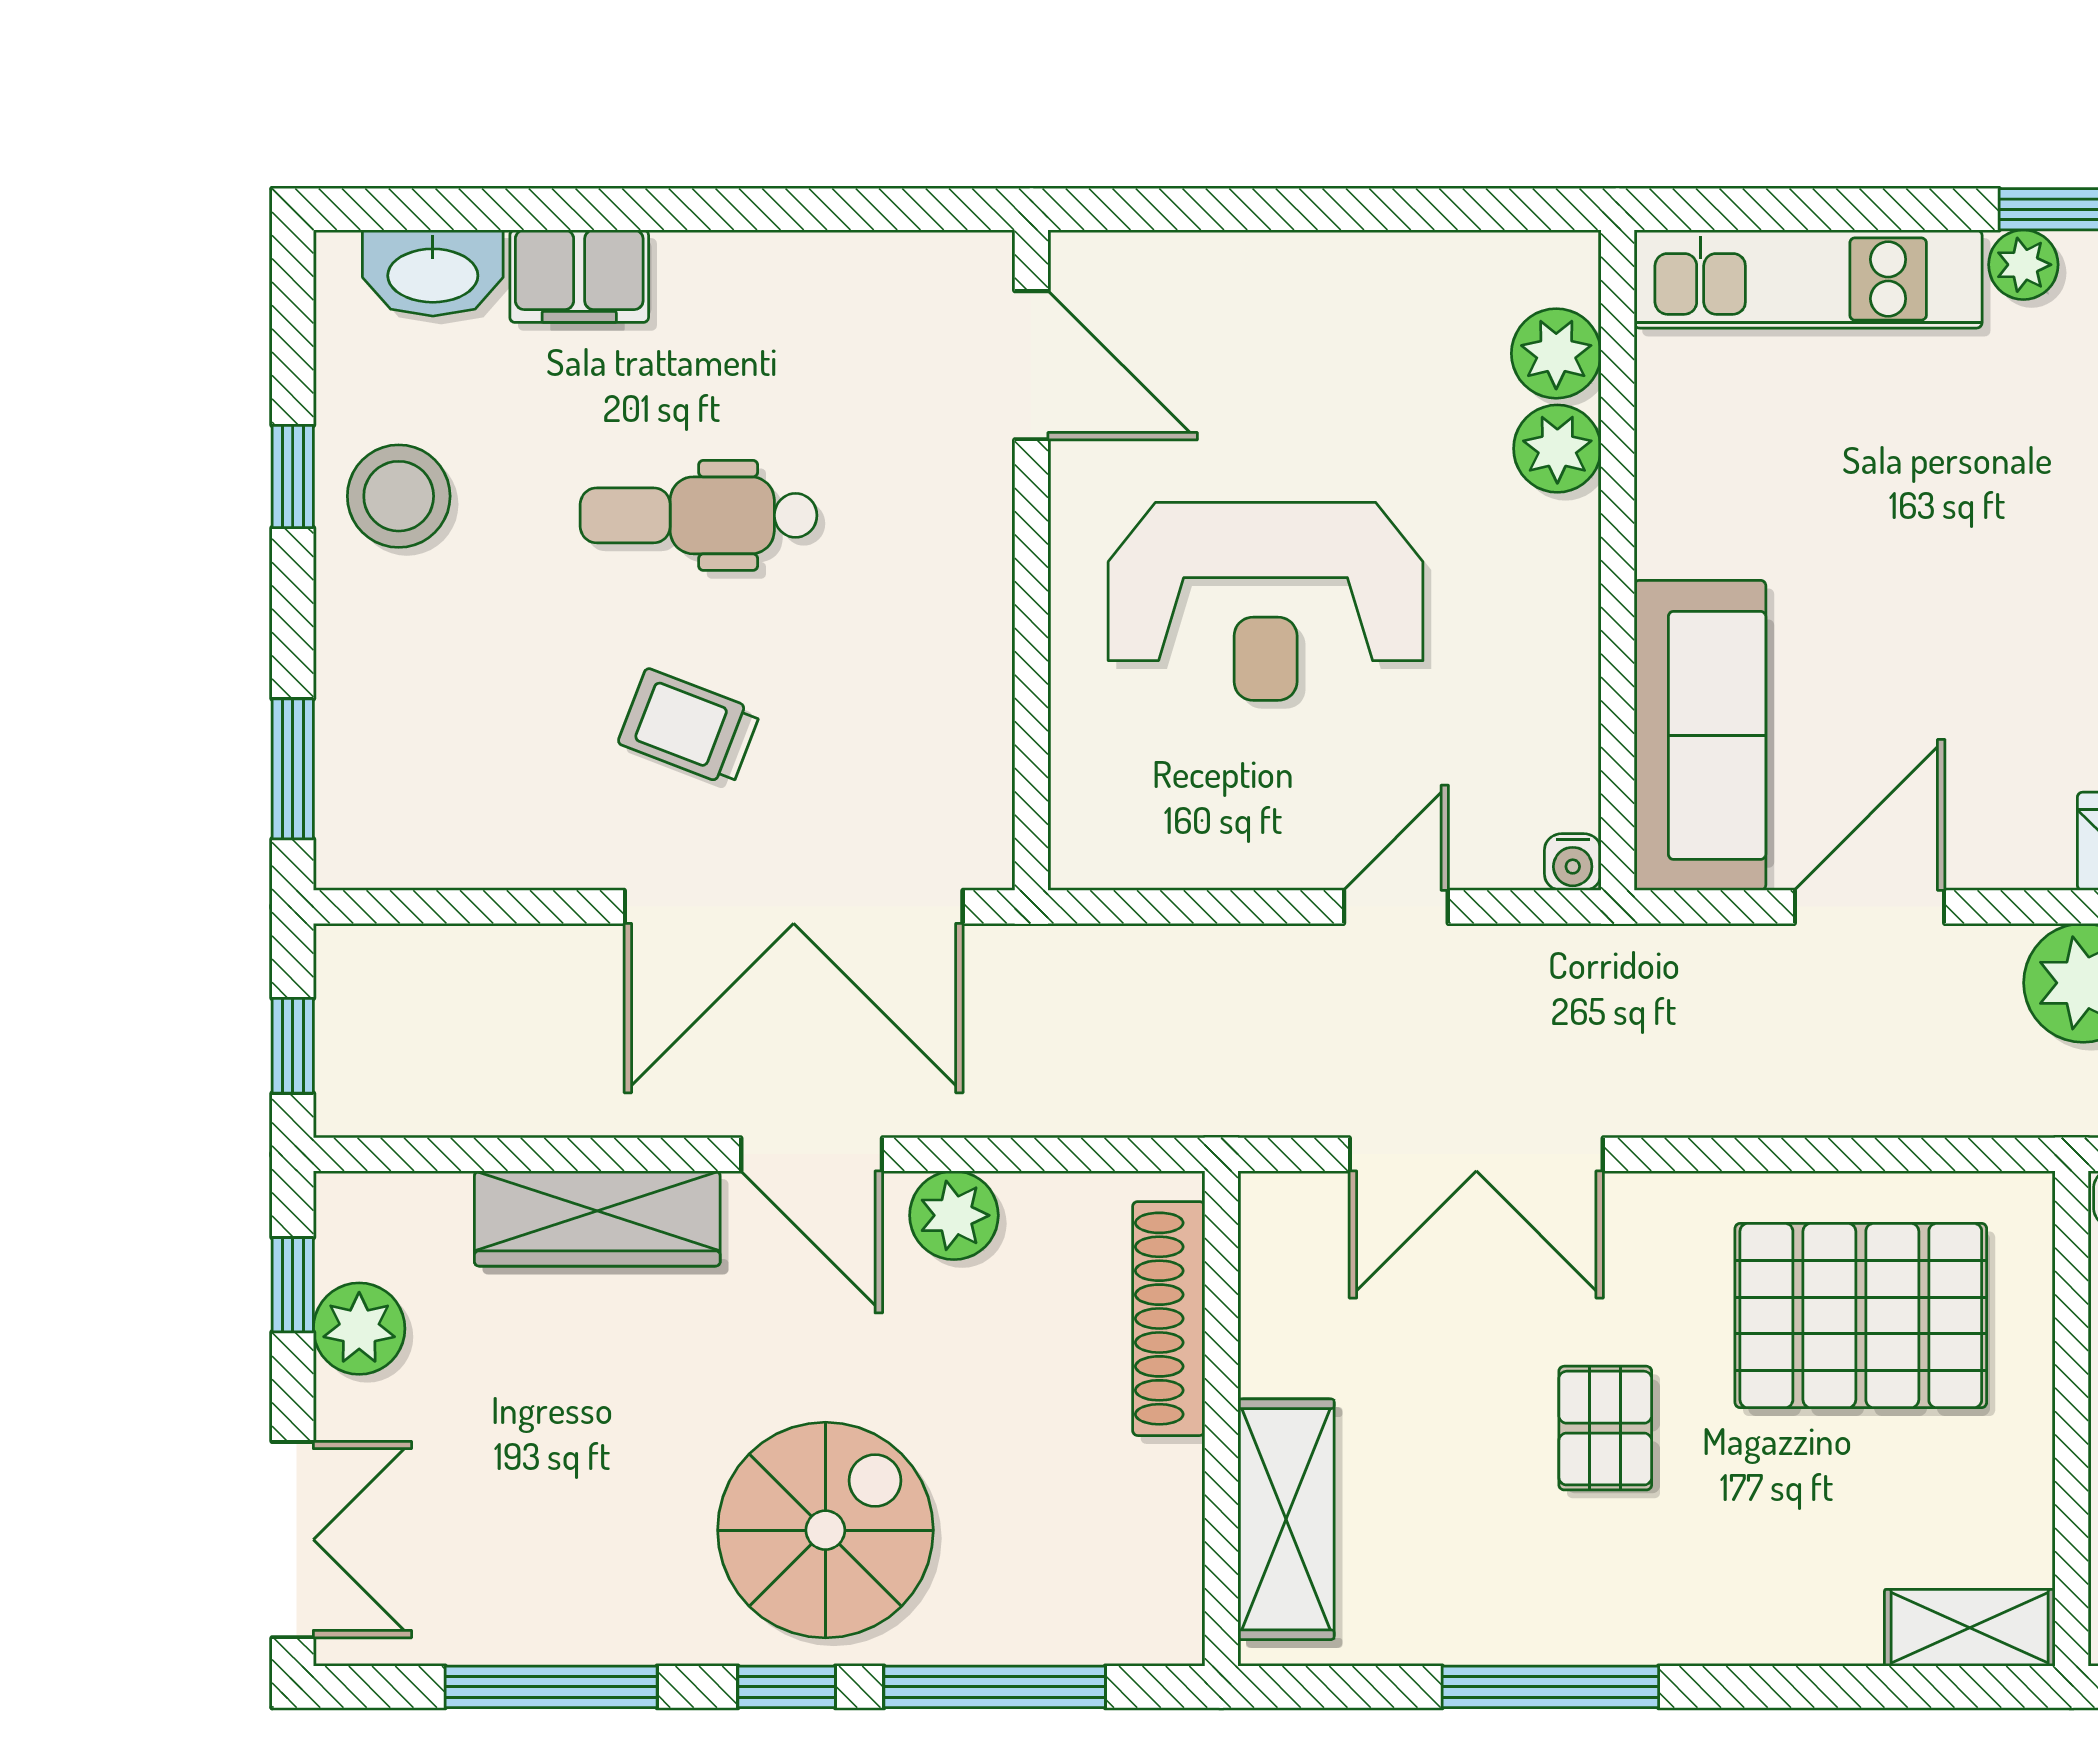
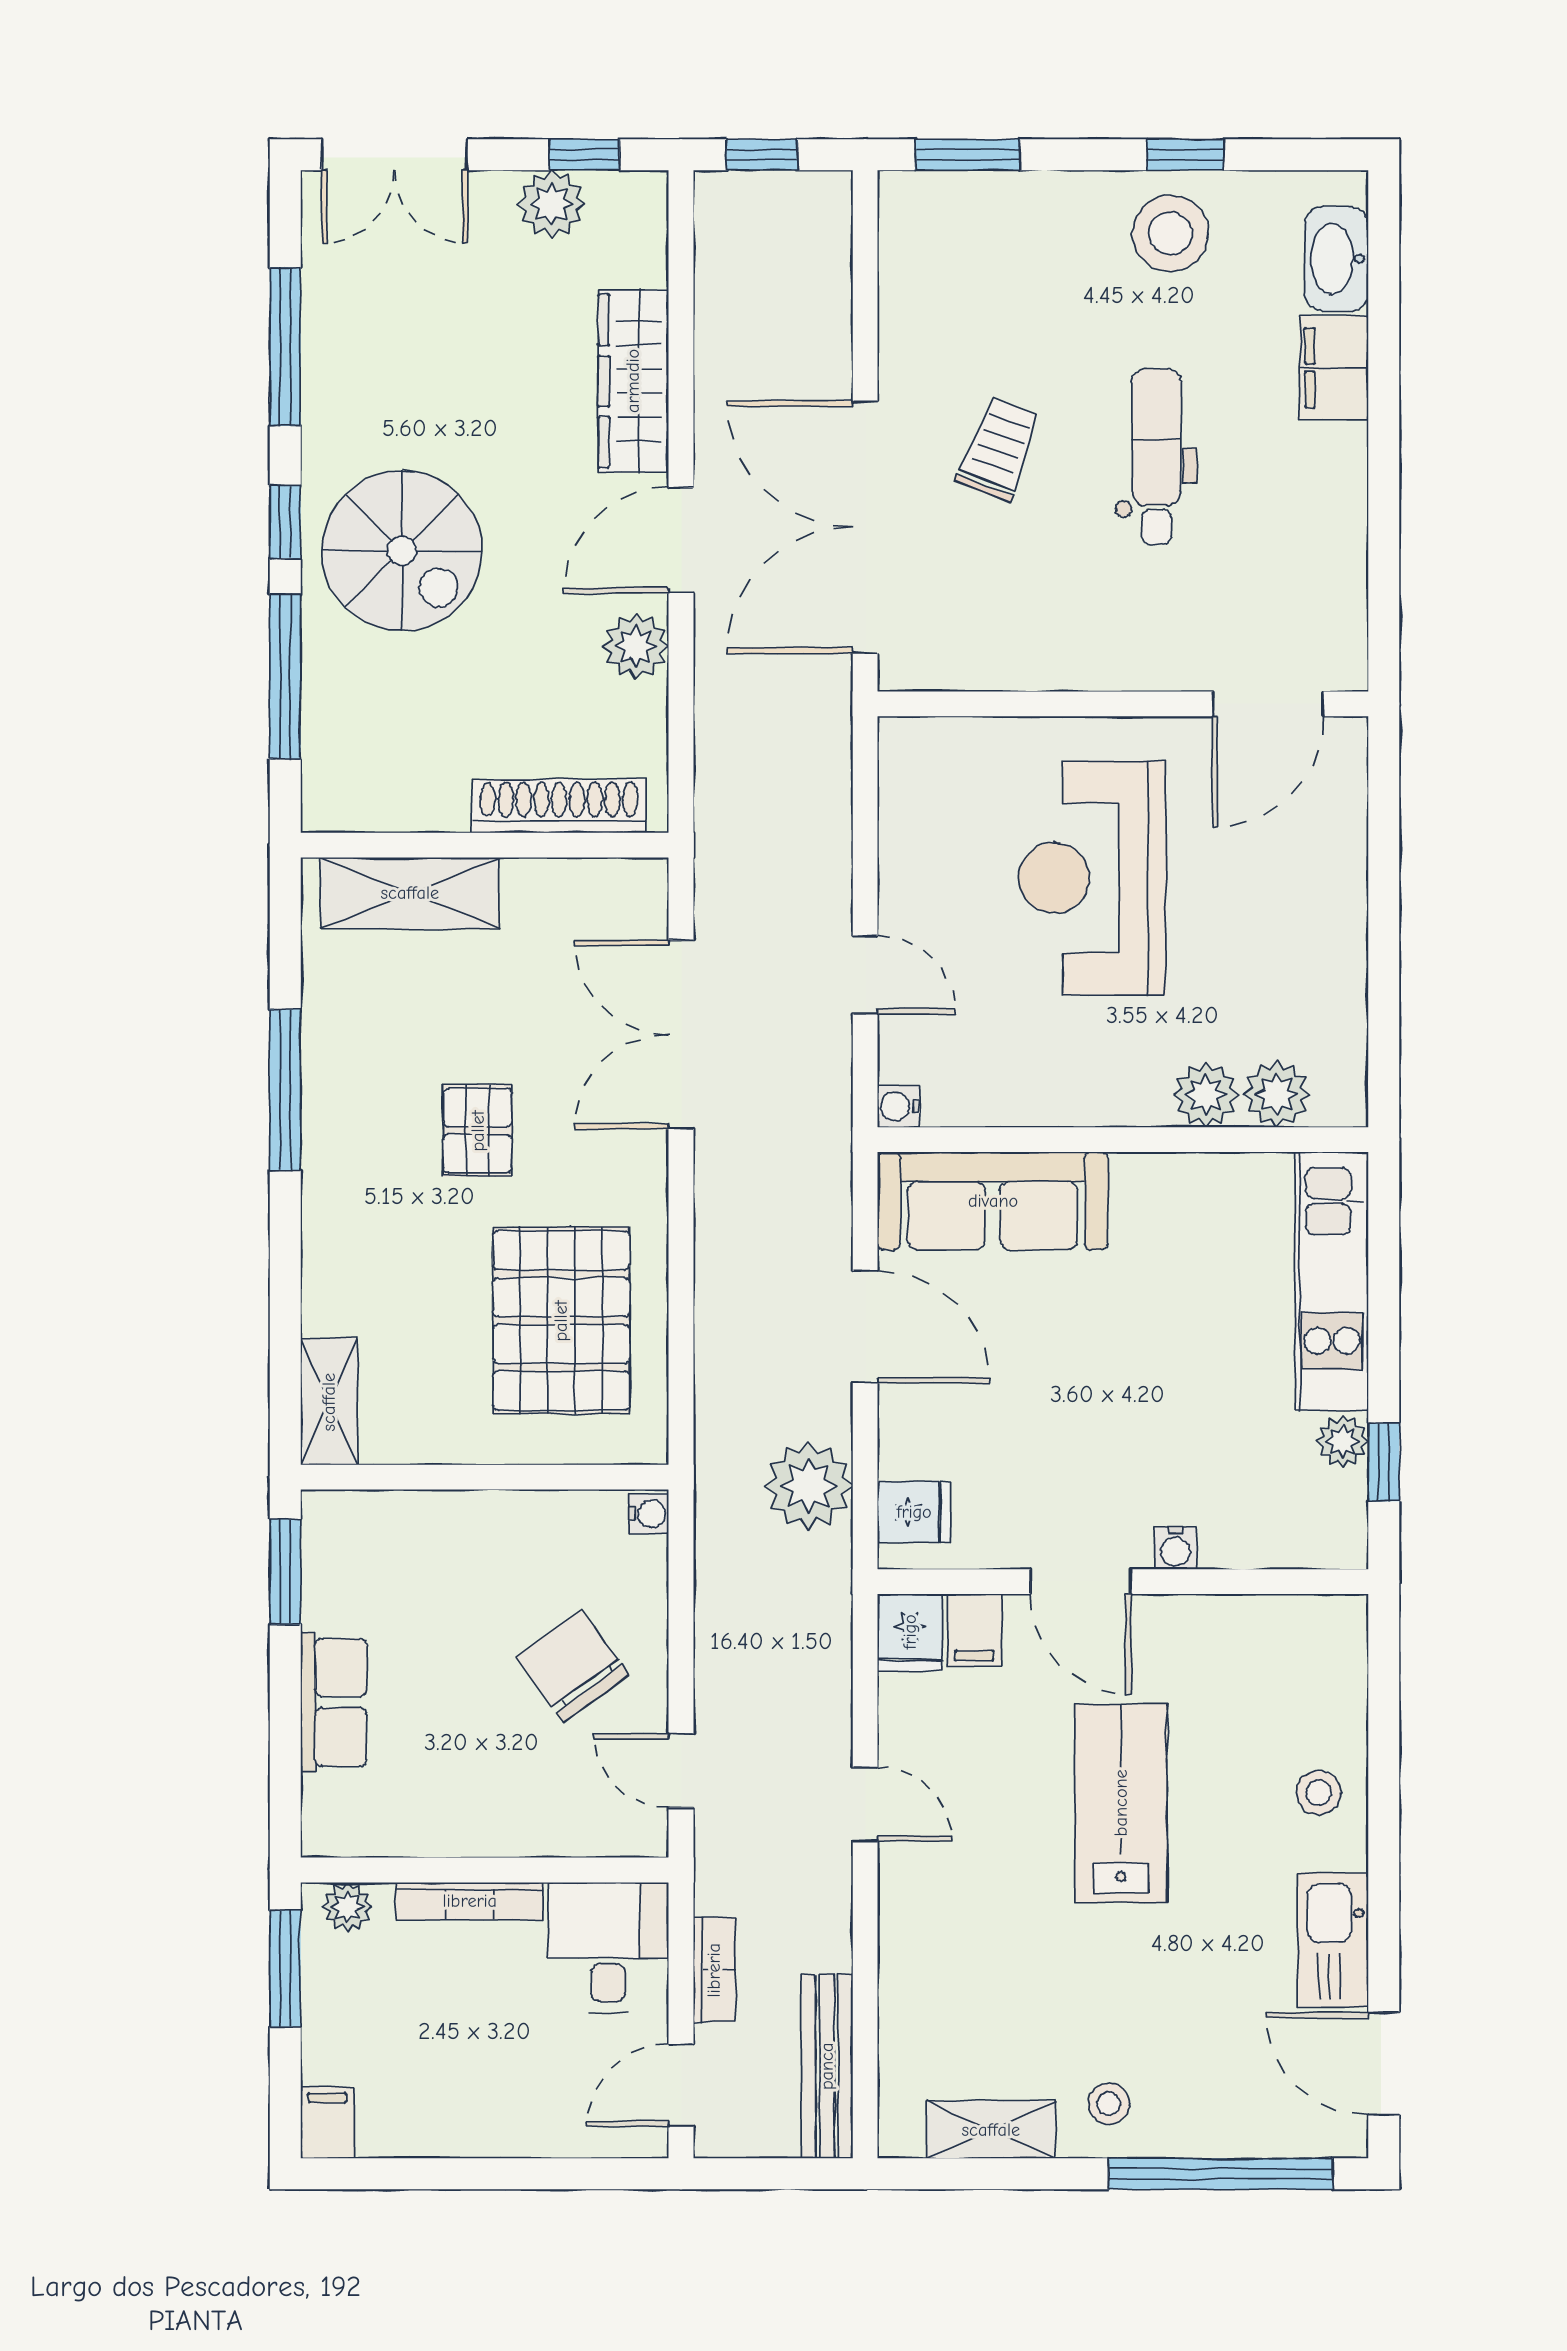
pallet: (1605, 1428) -> (478, 1131), turned 90

